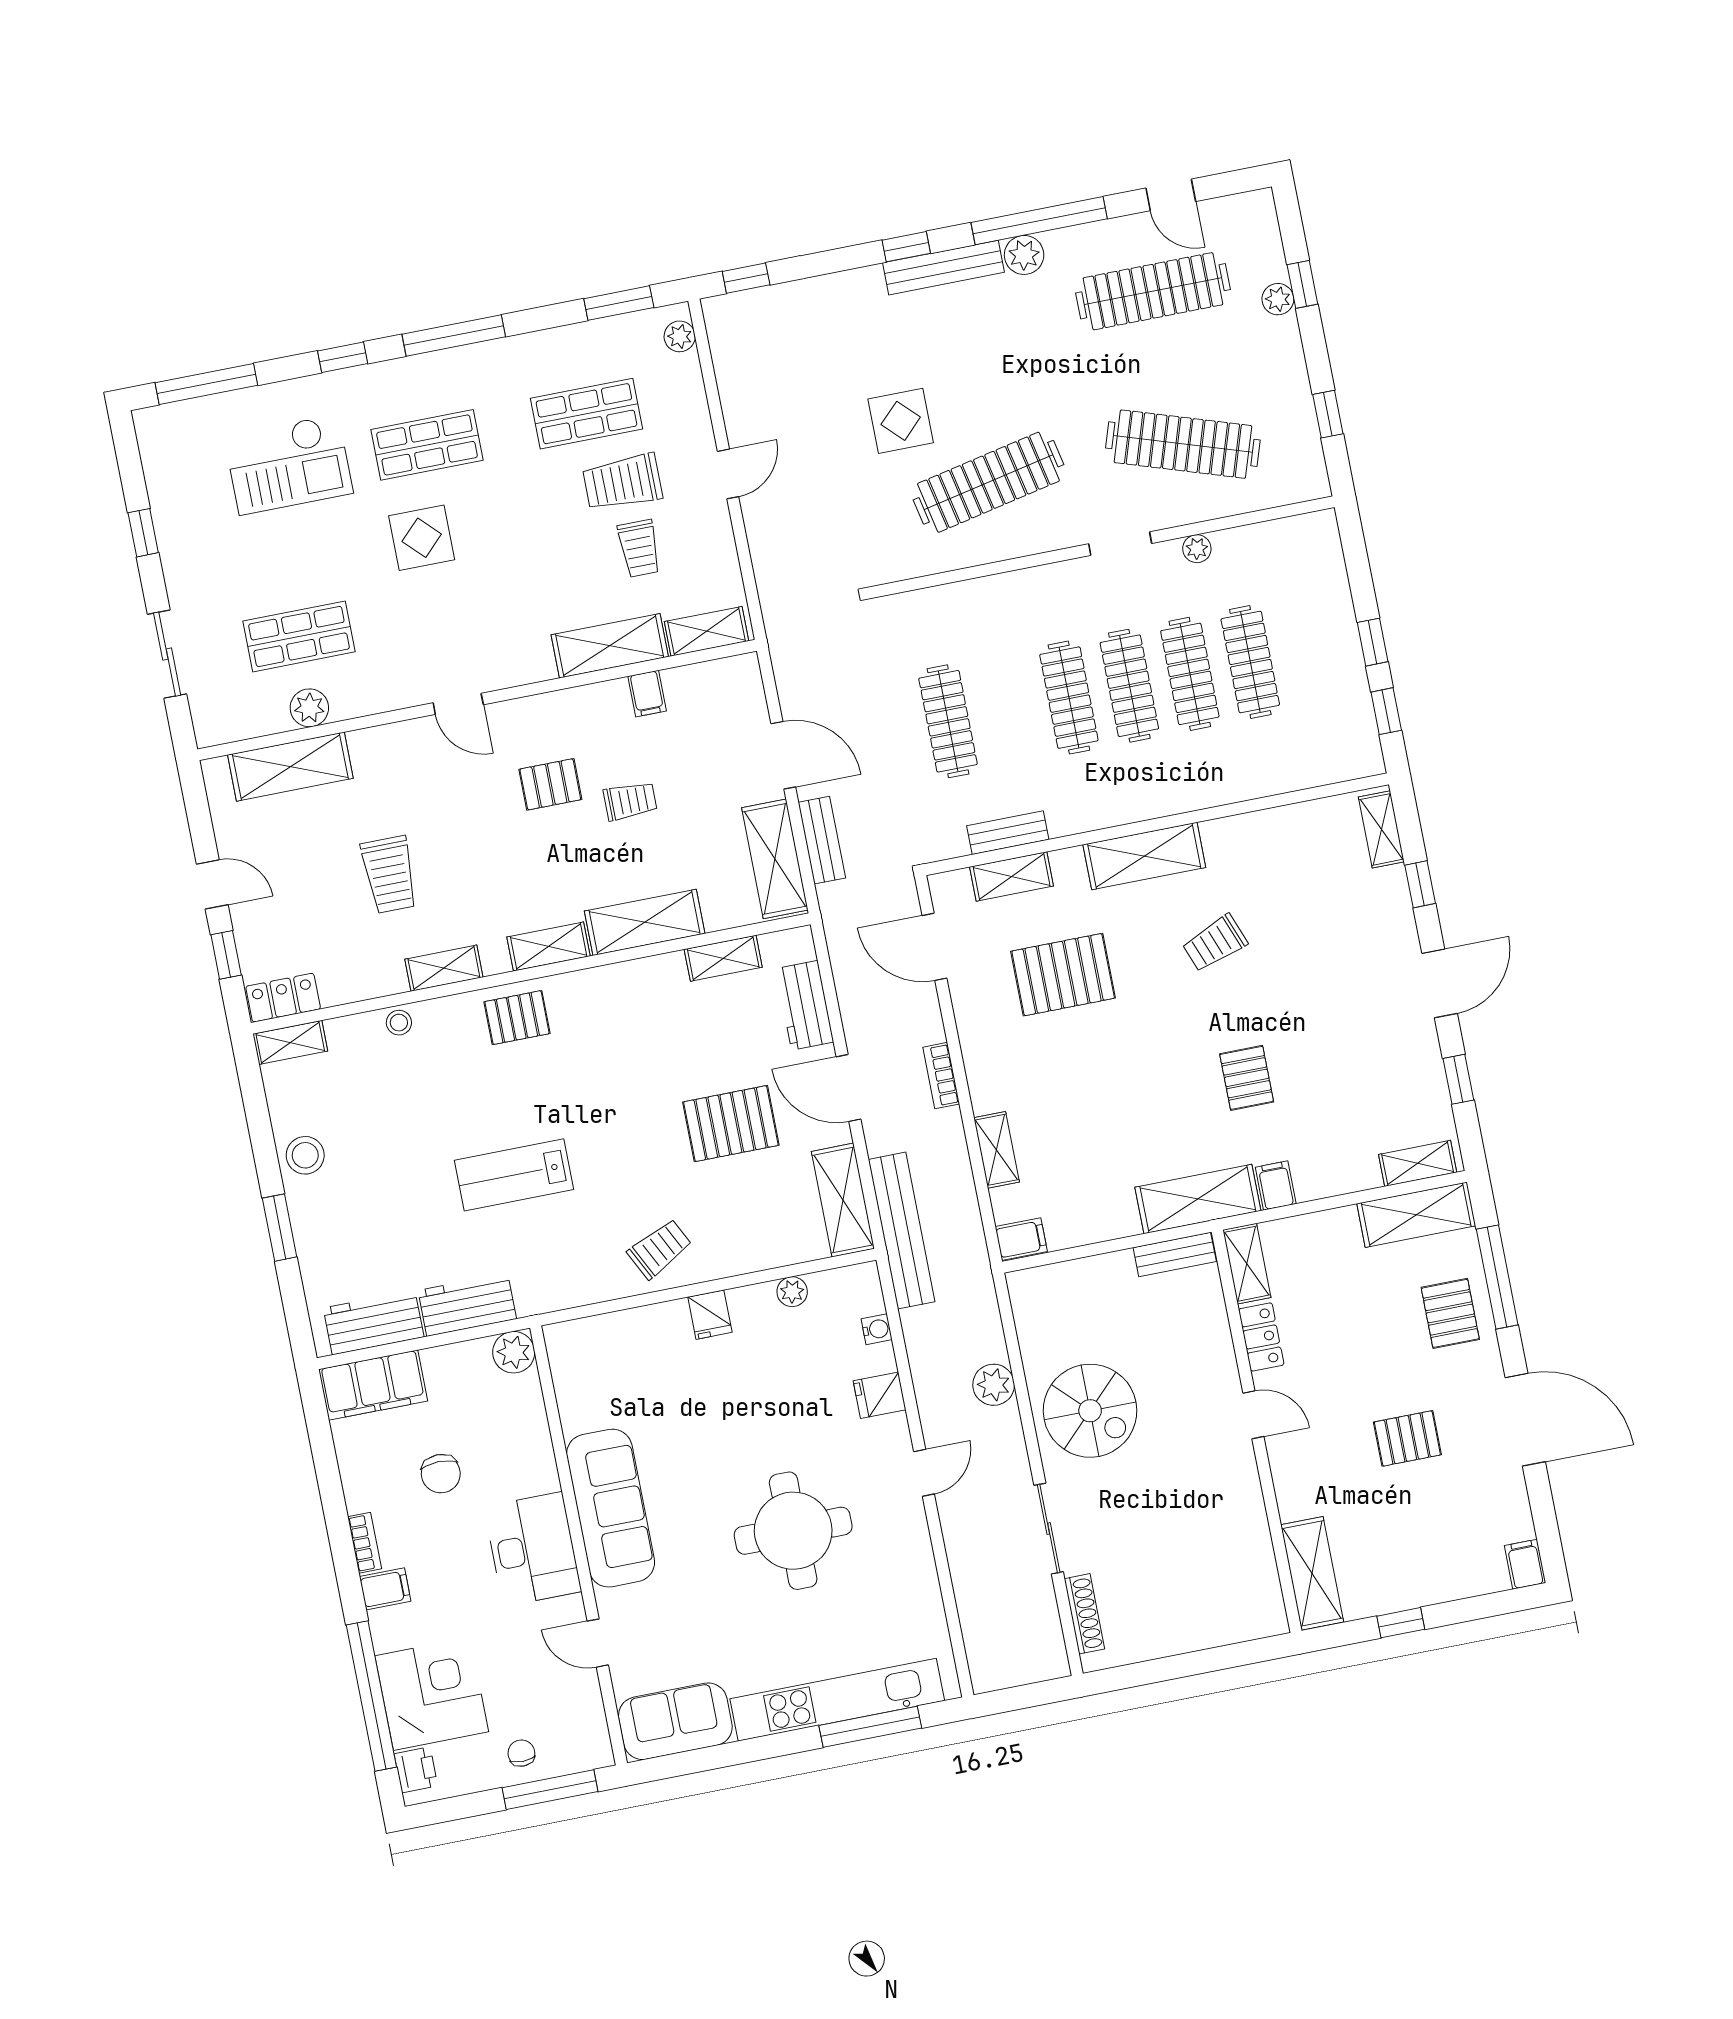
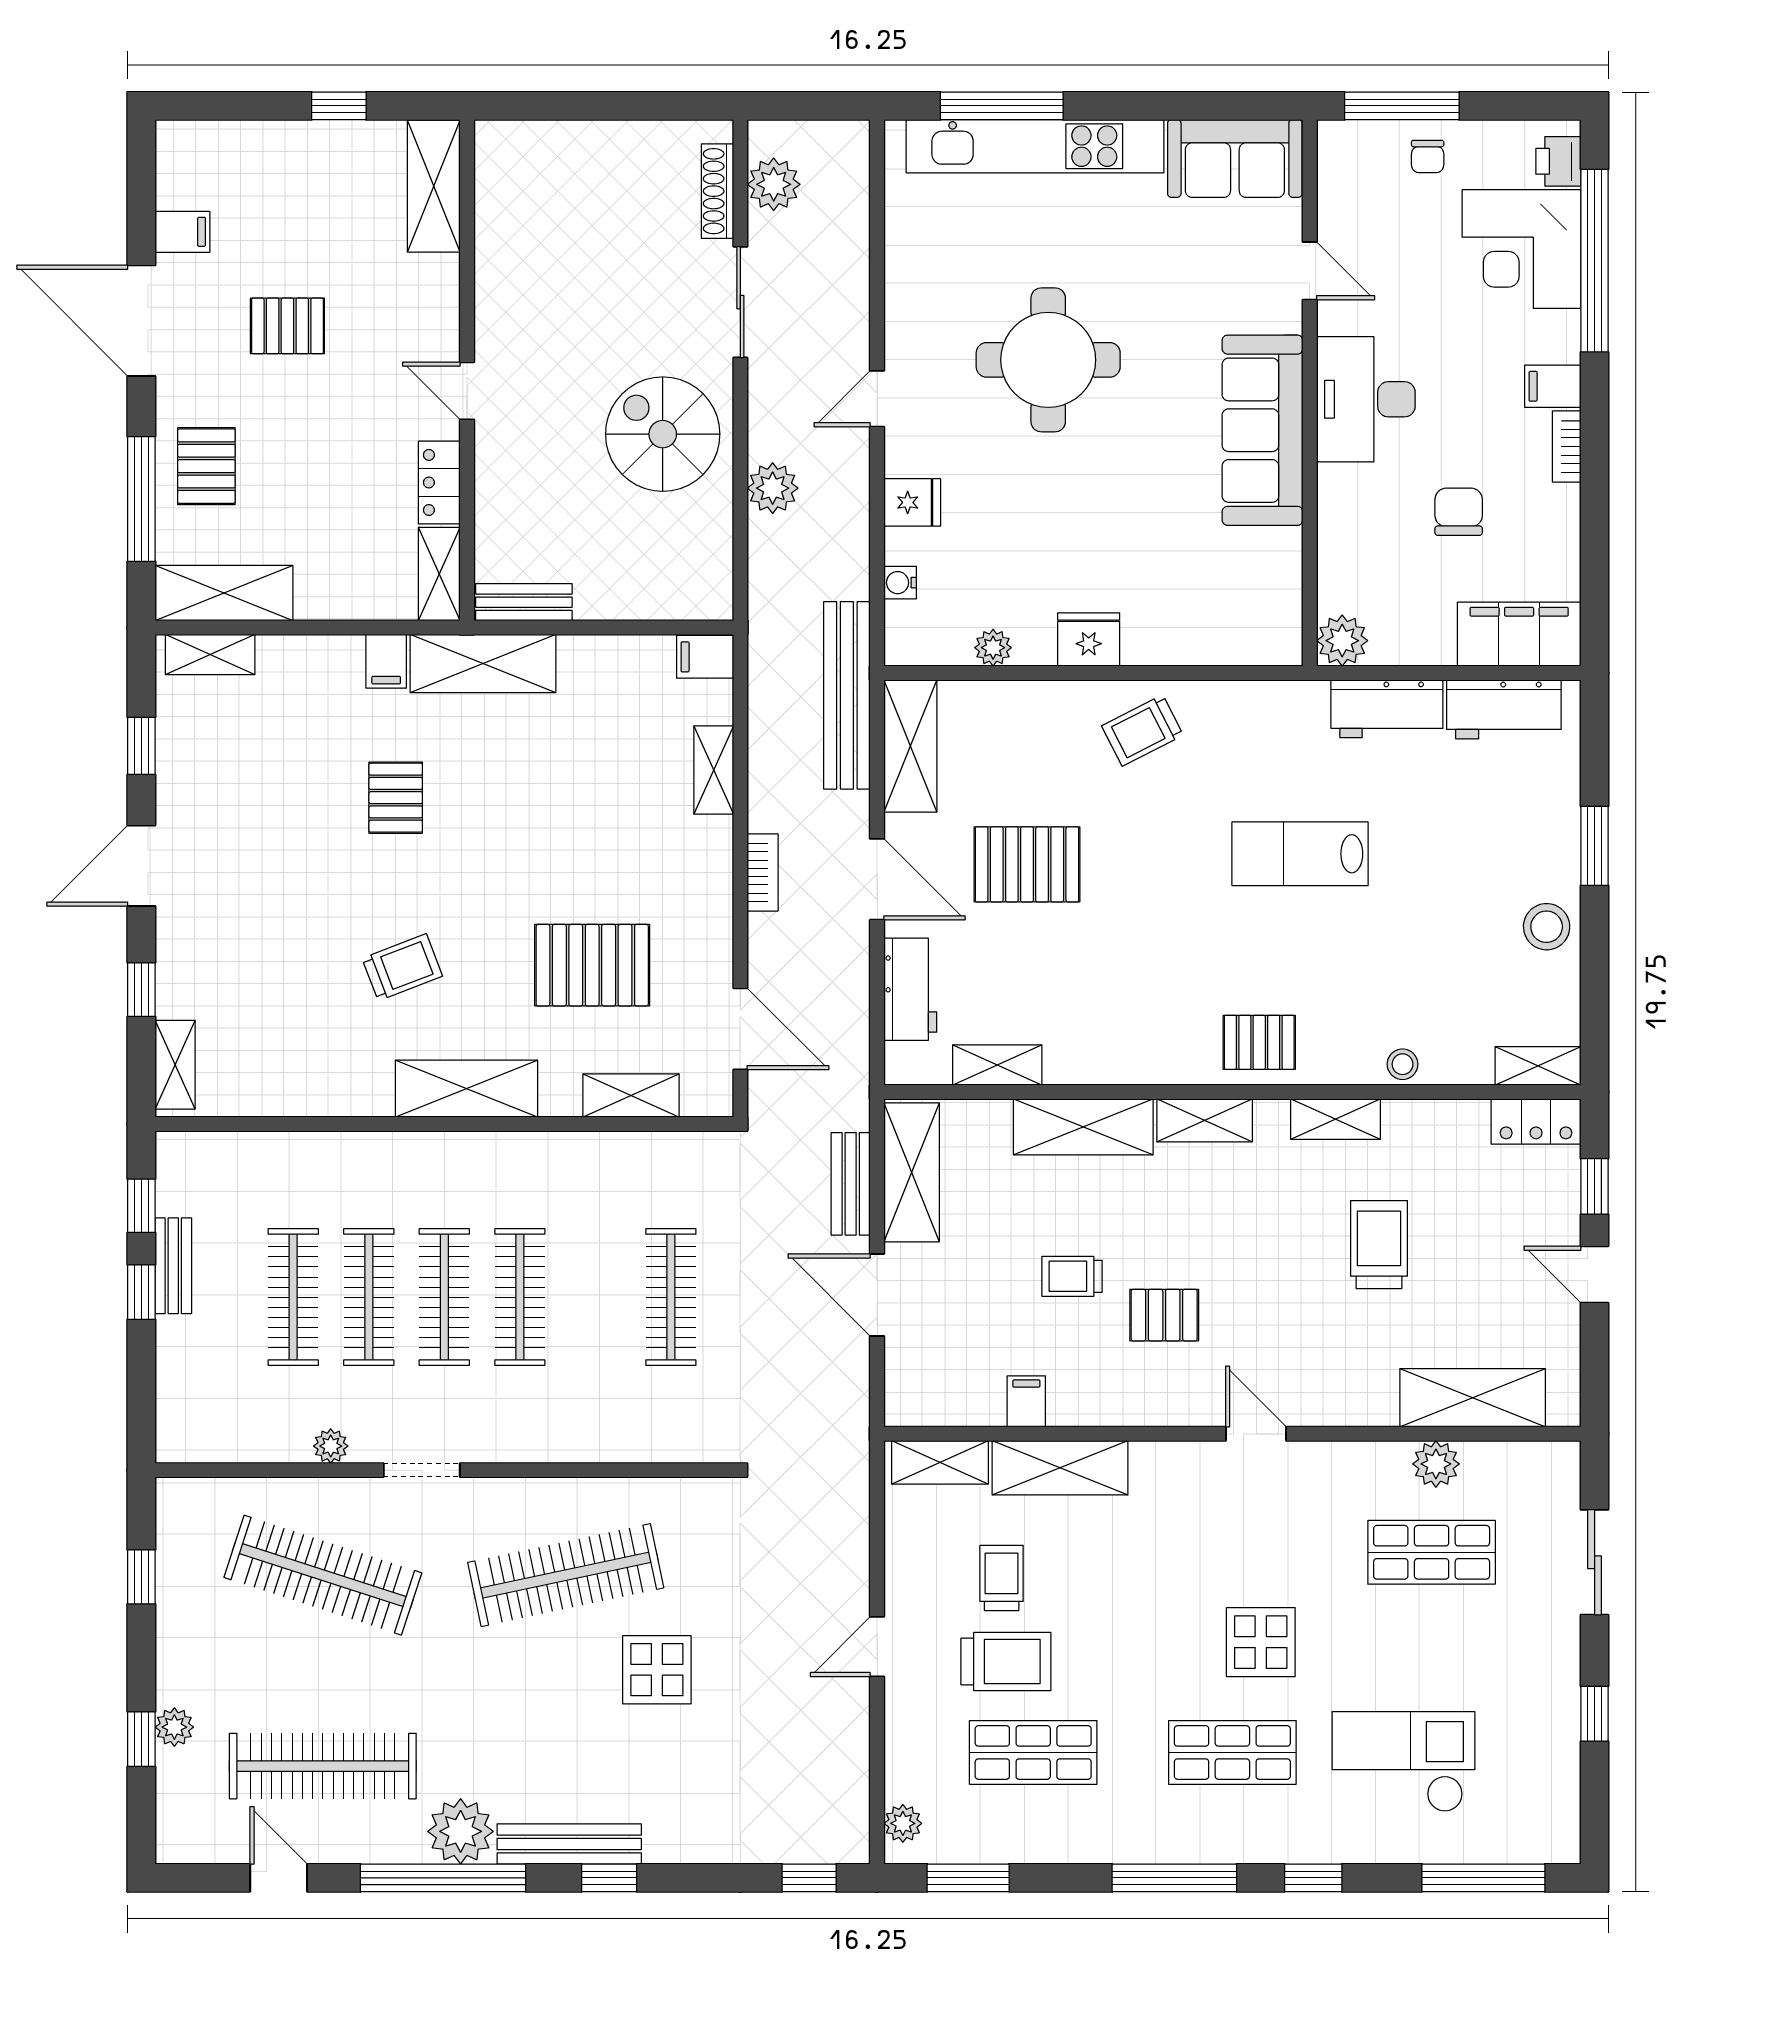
plant: (1024, 255) -> (461, 1831), width x1.36, depth x1.36
bench: (1008, 833) -> (173, 1266), moved, turned 90
lab bench: (514, 1175) -> (1300, 854), turned 180
fridge: (710, 1315) -> (1089, 639), width x1.38
filing cabinet: (1525, 1564) -> (182, 232), moved, turned -90
plant: (1040, 1628) -> (774, 184), added

